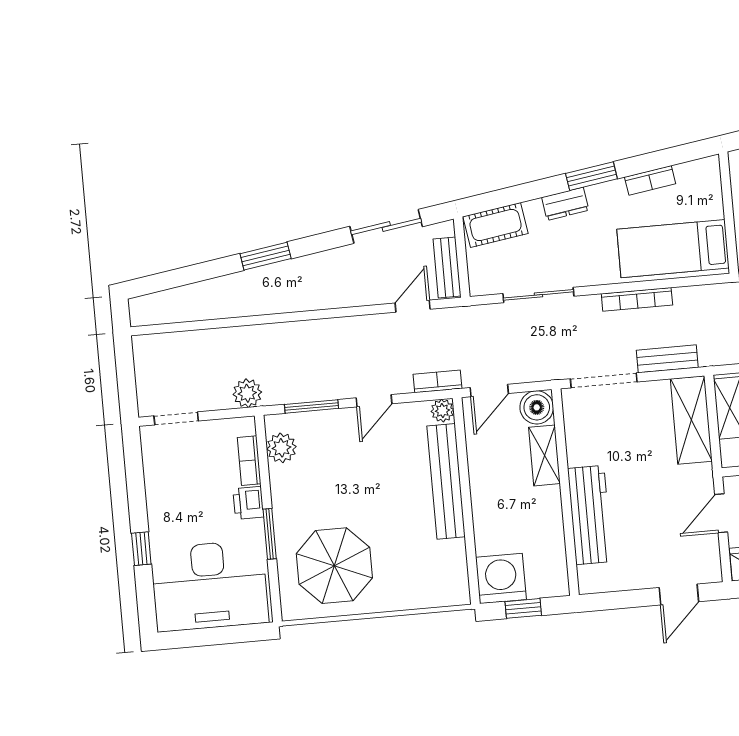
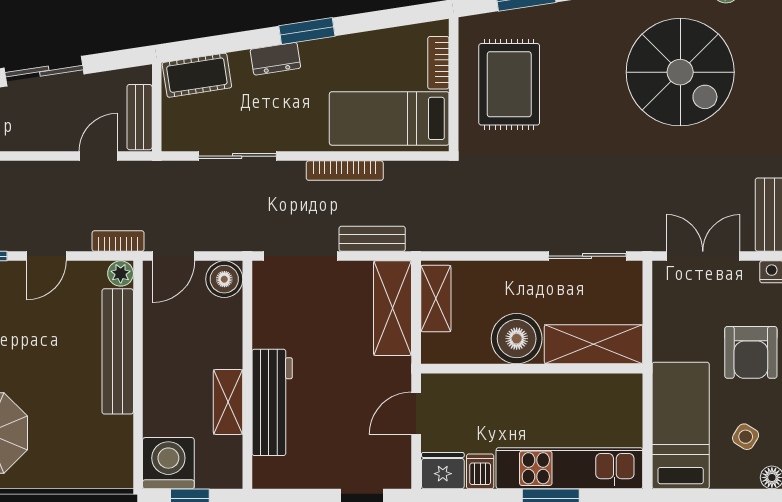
bookcase: (650, 180) -> (438, 63), moved, turned 99
sliding door: (386, 226) -> (44, 71), moved
shelving: (544, 455) -> (228, 402), moved

